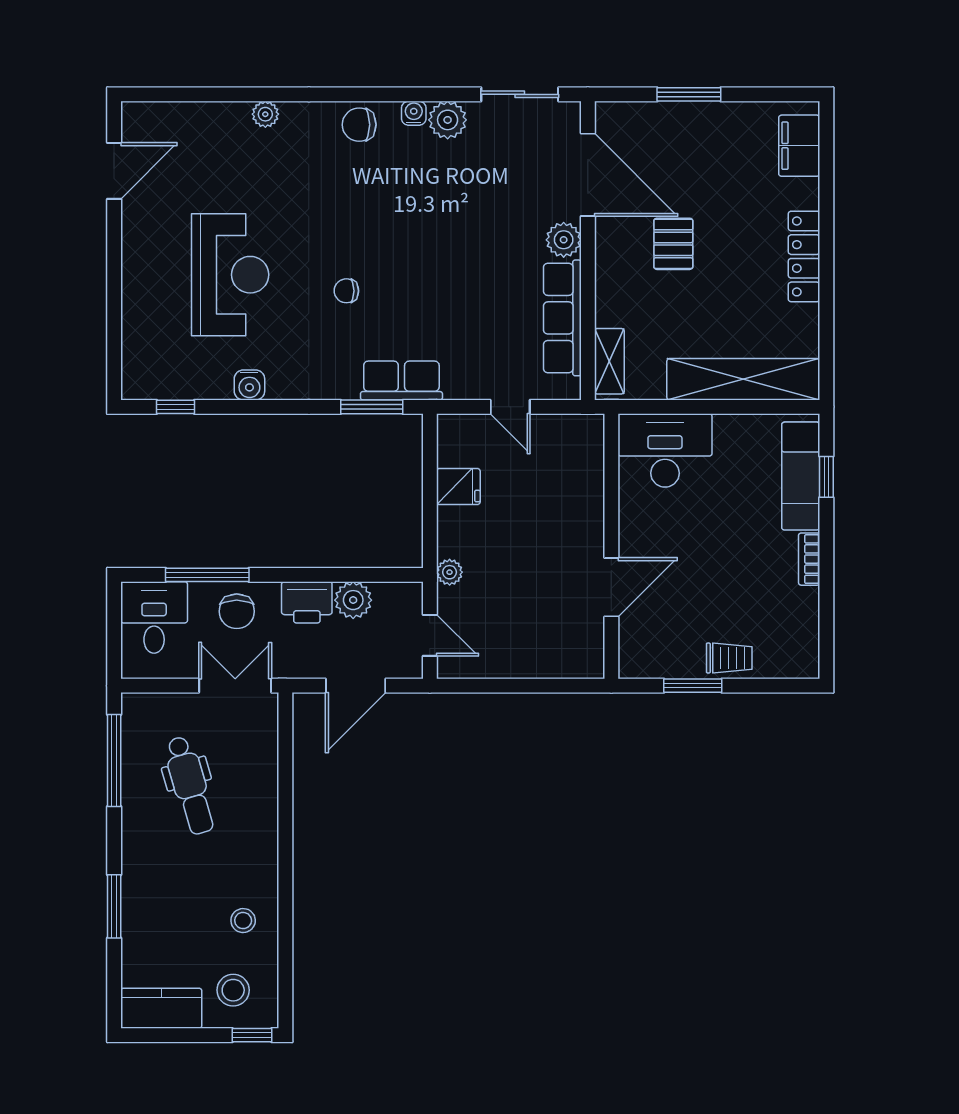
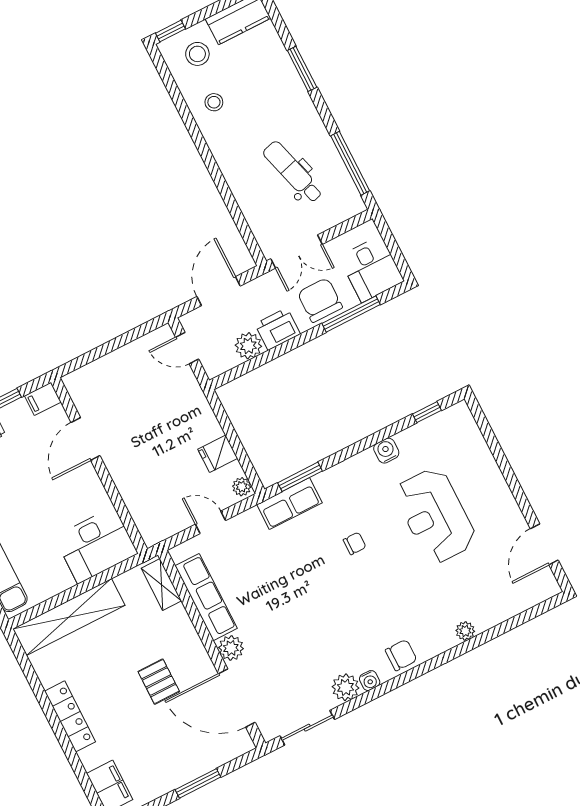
plant: (450, 572) -> (242, 487), moved
chair: (237, 611) -> (320, 300), width x1.37, depth x1.37
filing cabinet: (639, 663) -> (43, 399), added

